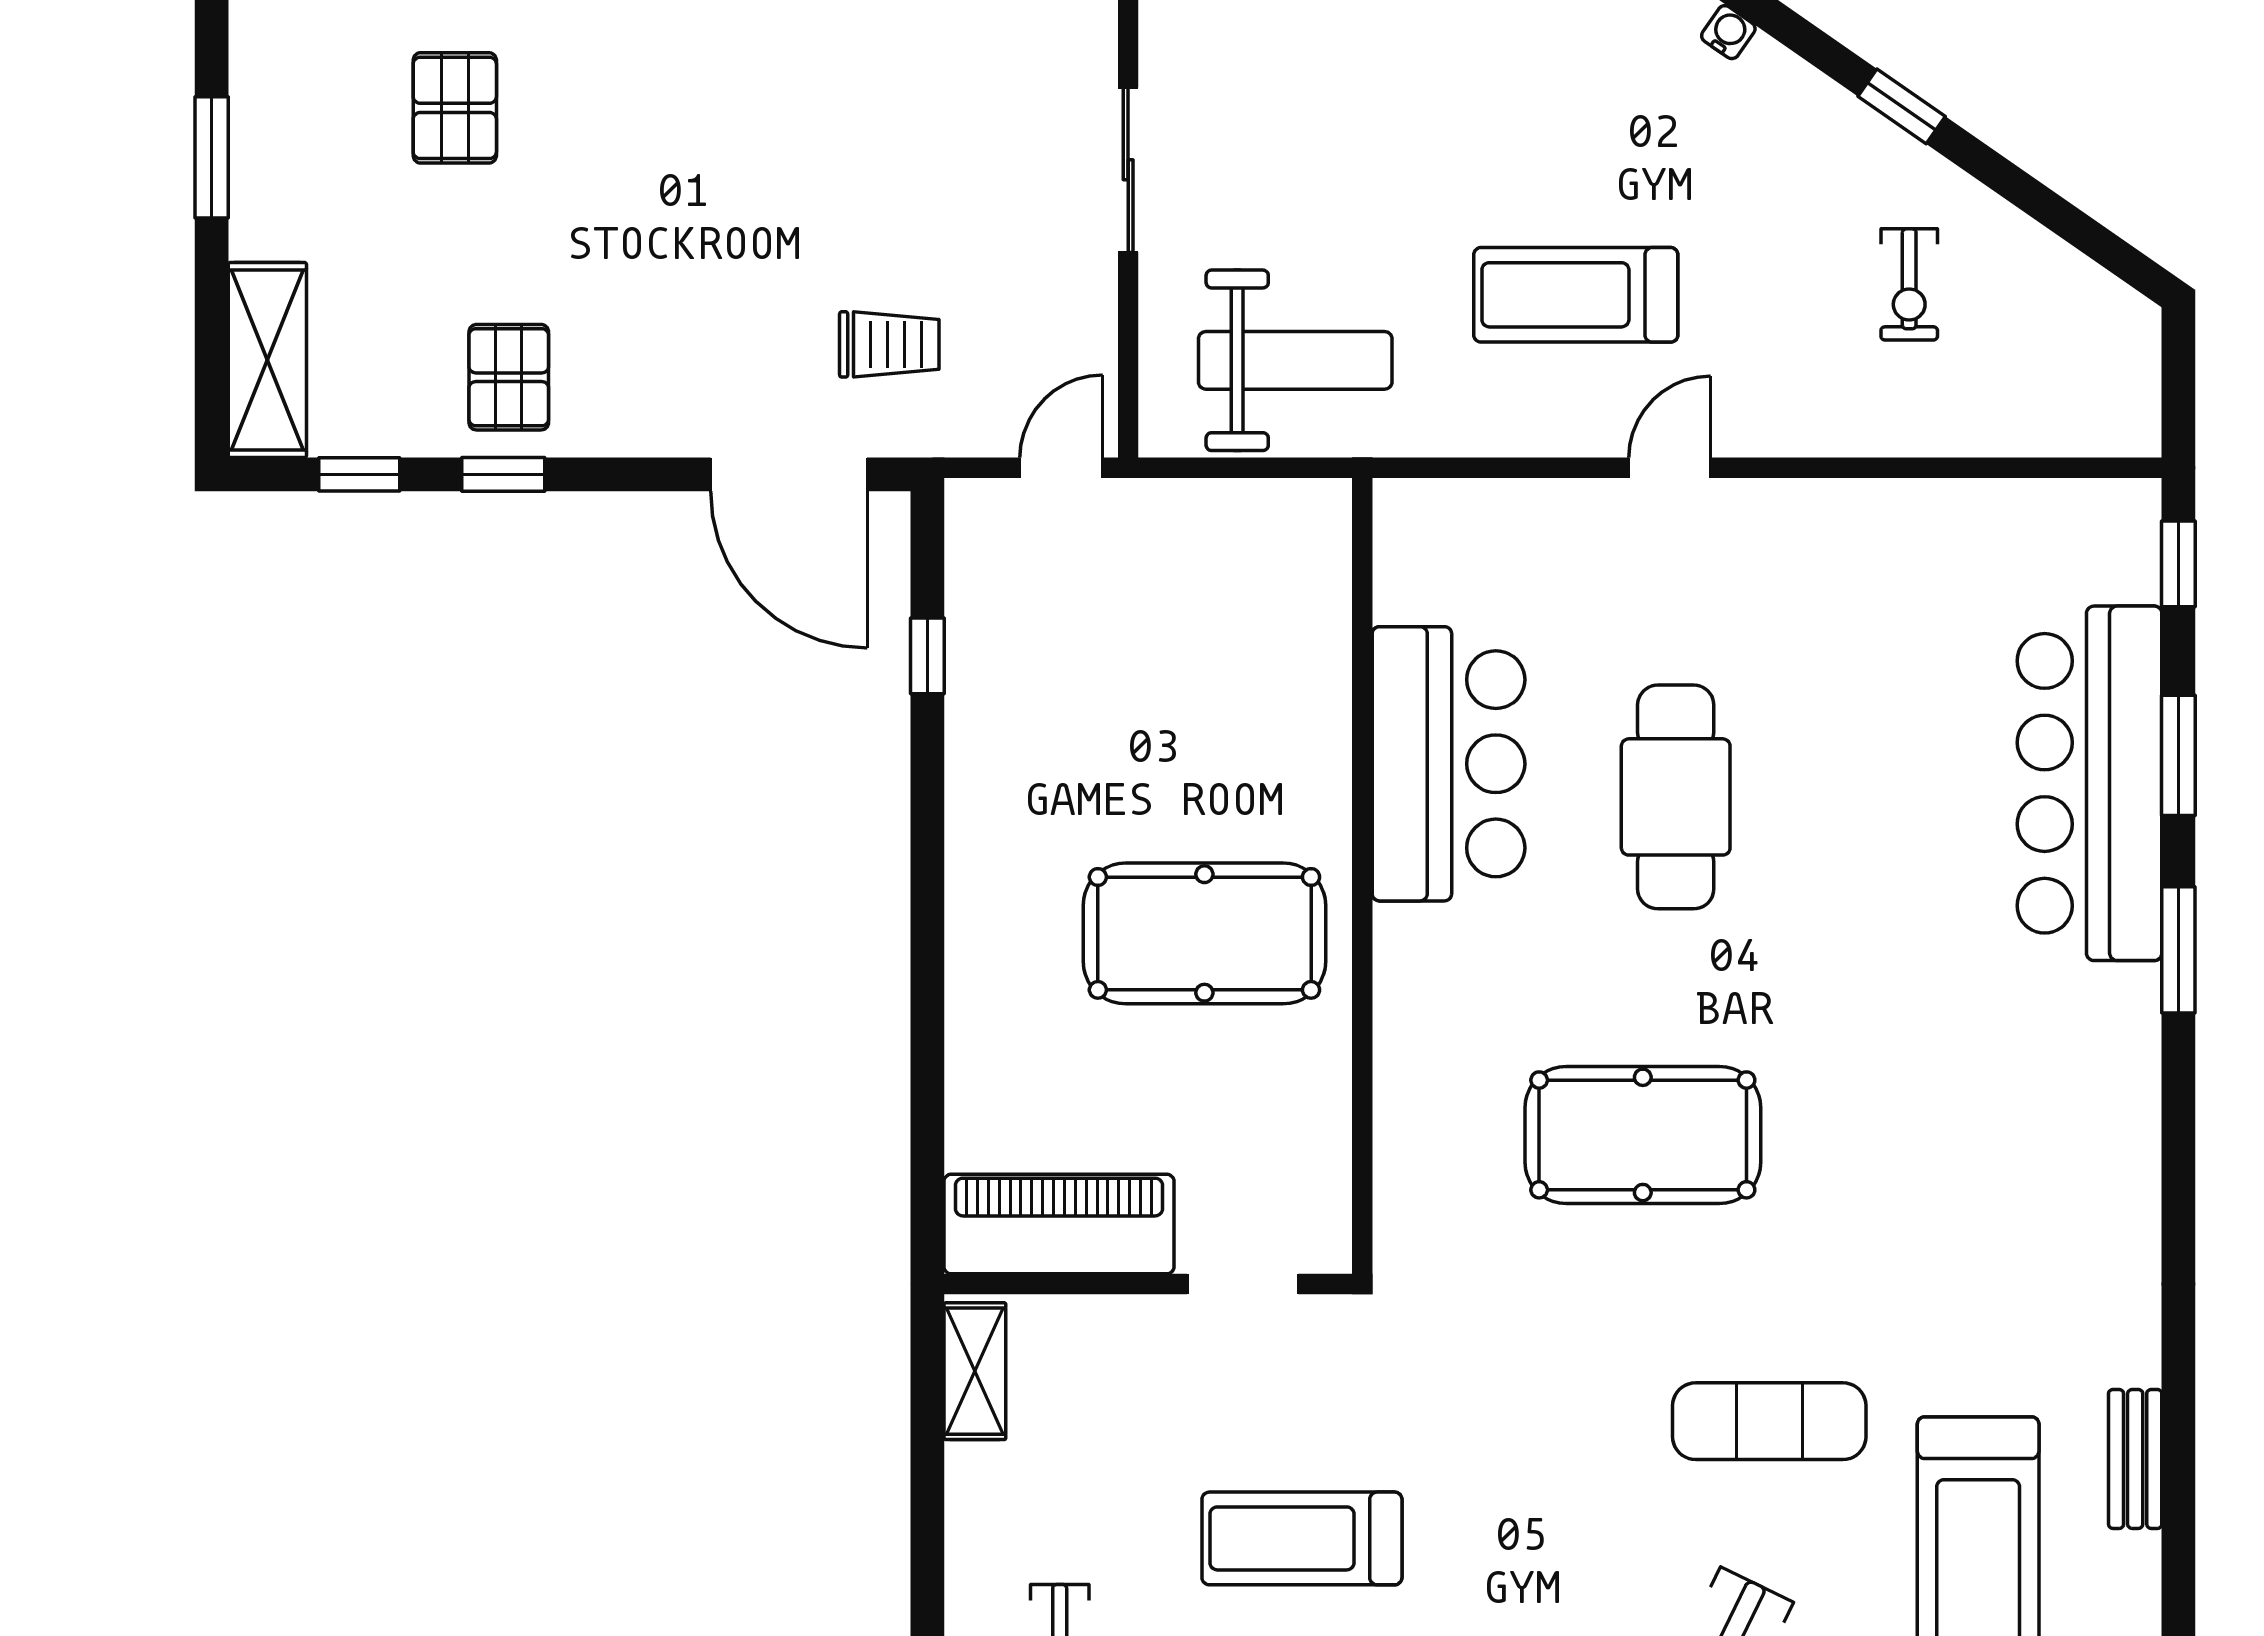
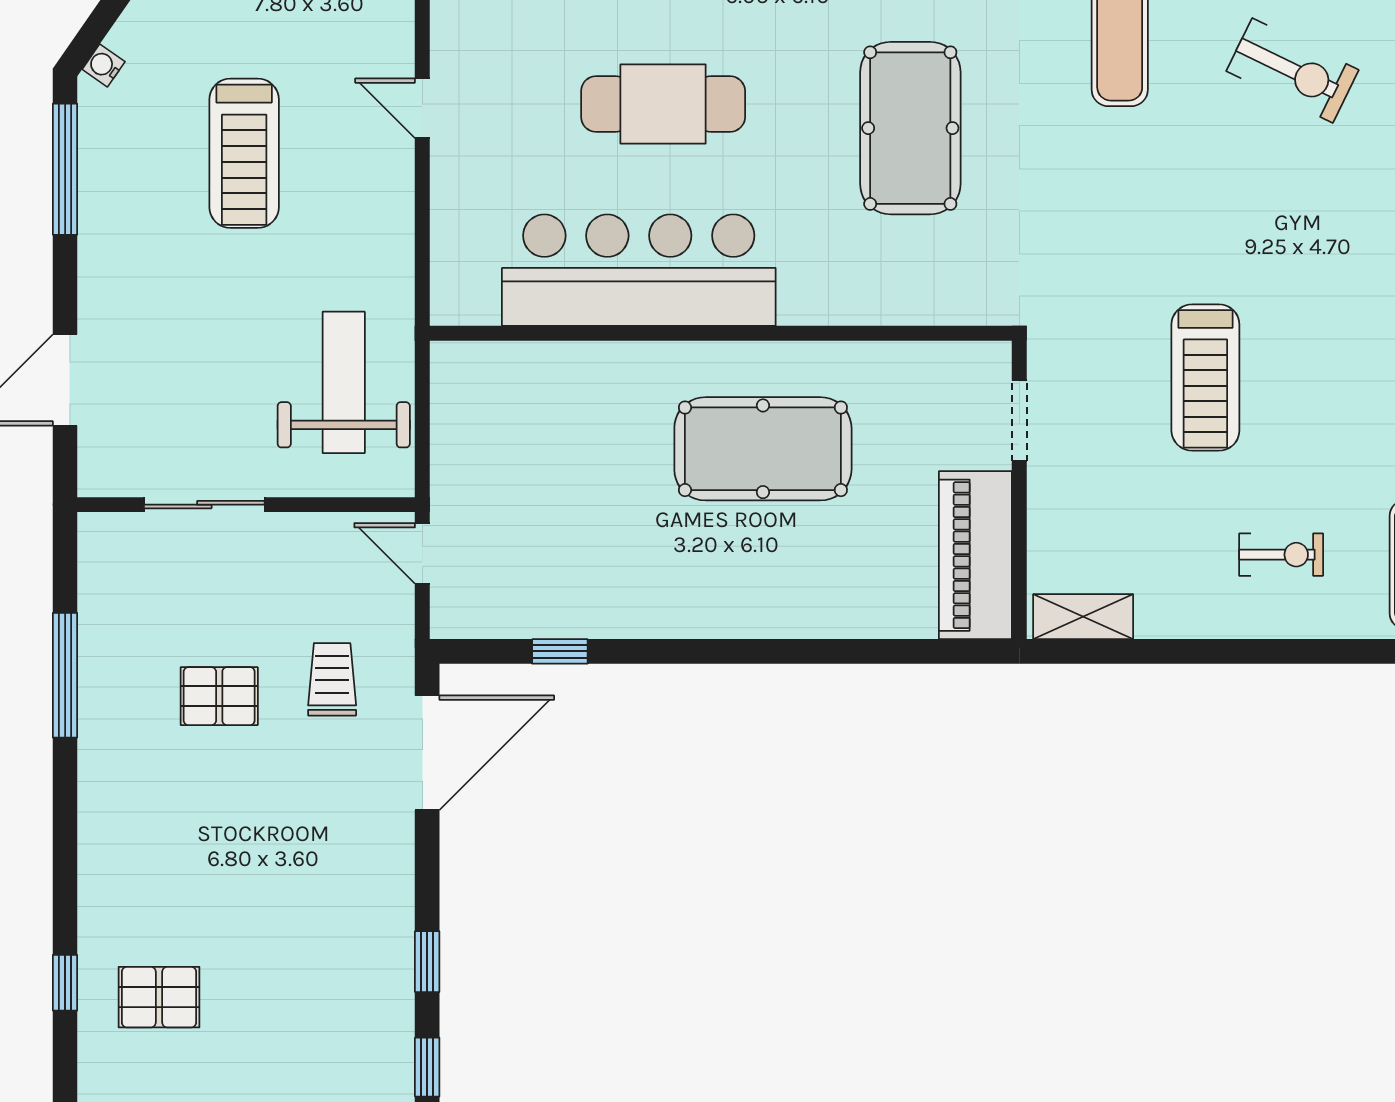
treadmill: (1576, 295) -> (244, 153), moved
pallet: (509, 377) -> (219, 696), moved
bar counter: (1449, 764) -> (639, 270), width x1.36
pool table: (1204, 933) -> (763, 449), turned 90

